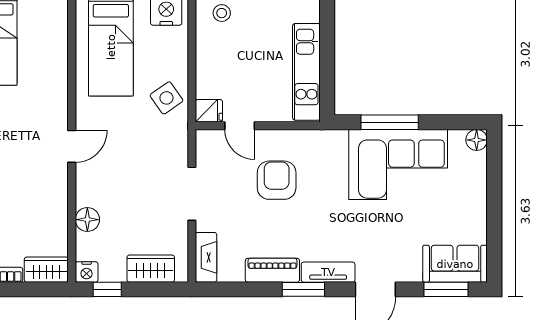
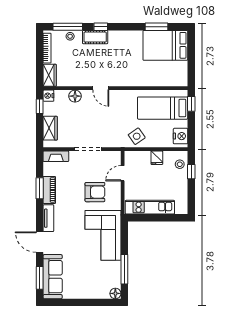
fridge: (209, 111) -> (157, 158), moved
window: (390, 122) -> (124, 269), moved
door: (72, 146) -> (101, 88), moved
corner sofa: (398, 164) -> (103, 235), moved
sofa: (455, 264) -> (53, 277), width x1.36
window: (303, 289) -> (40, 188), moved

